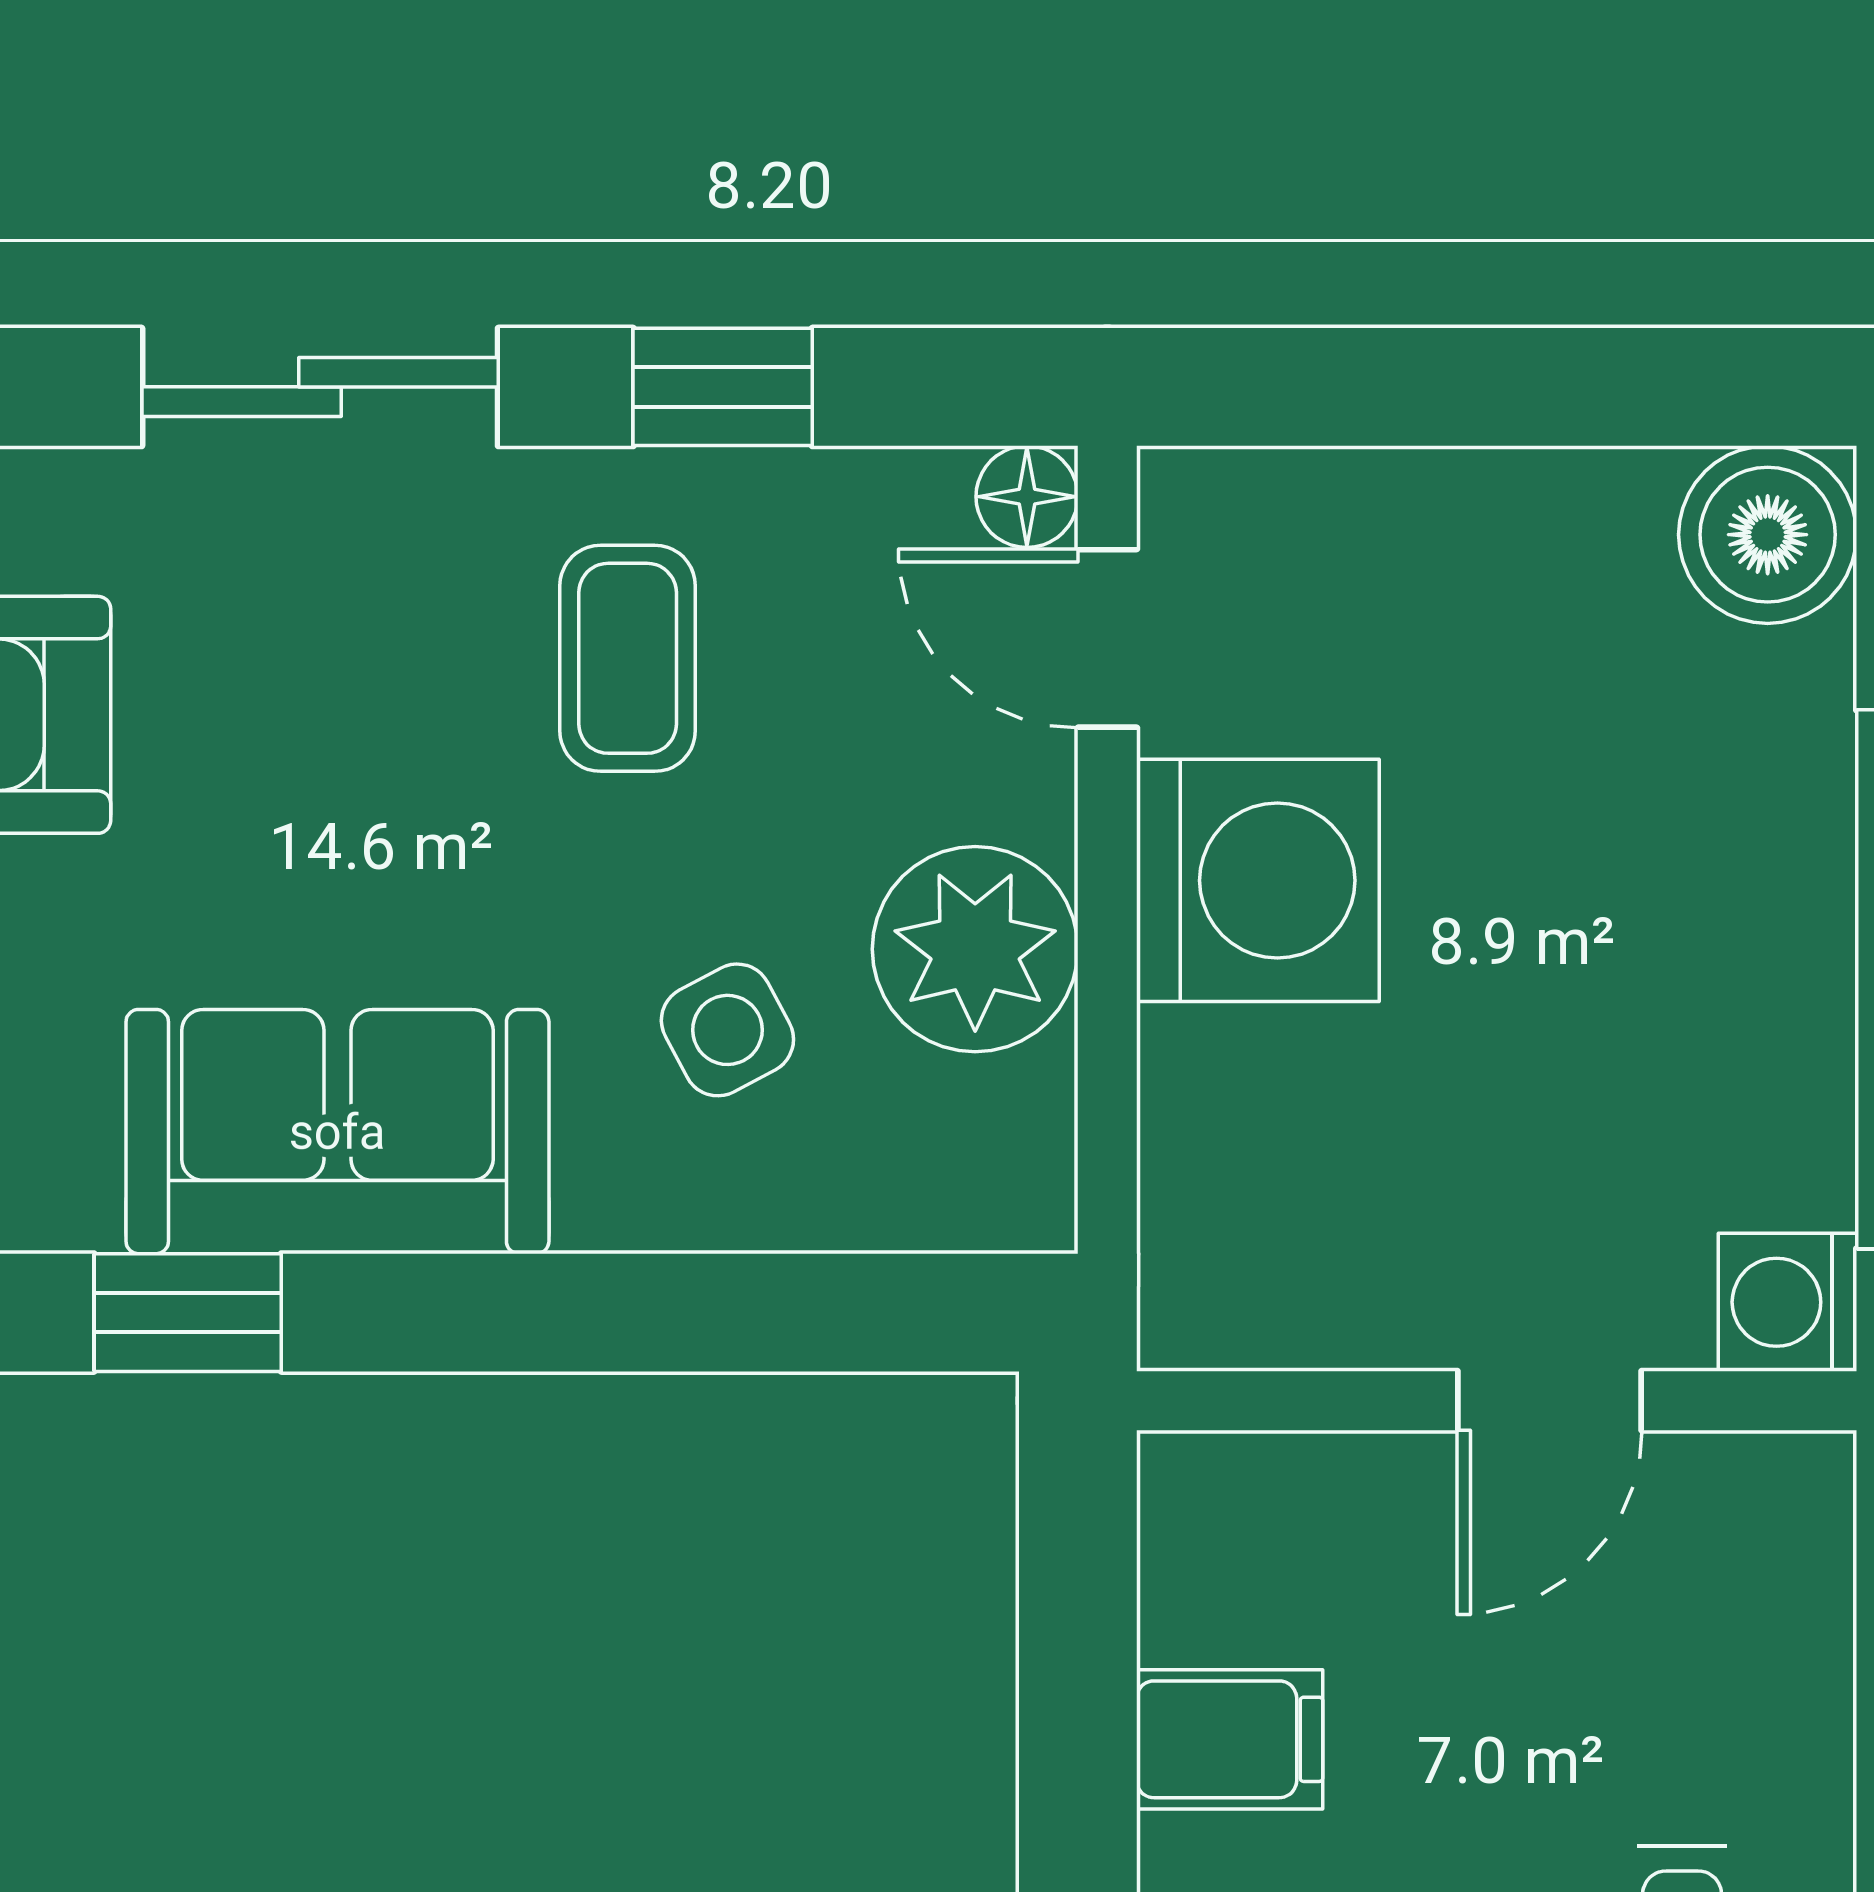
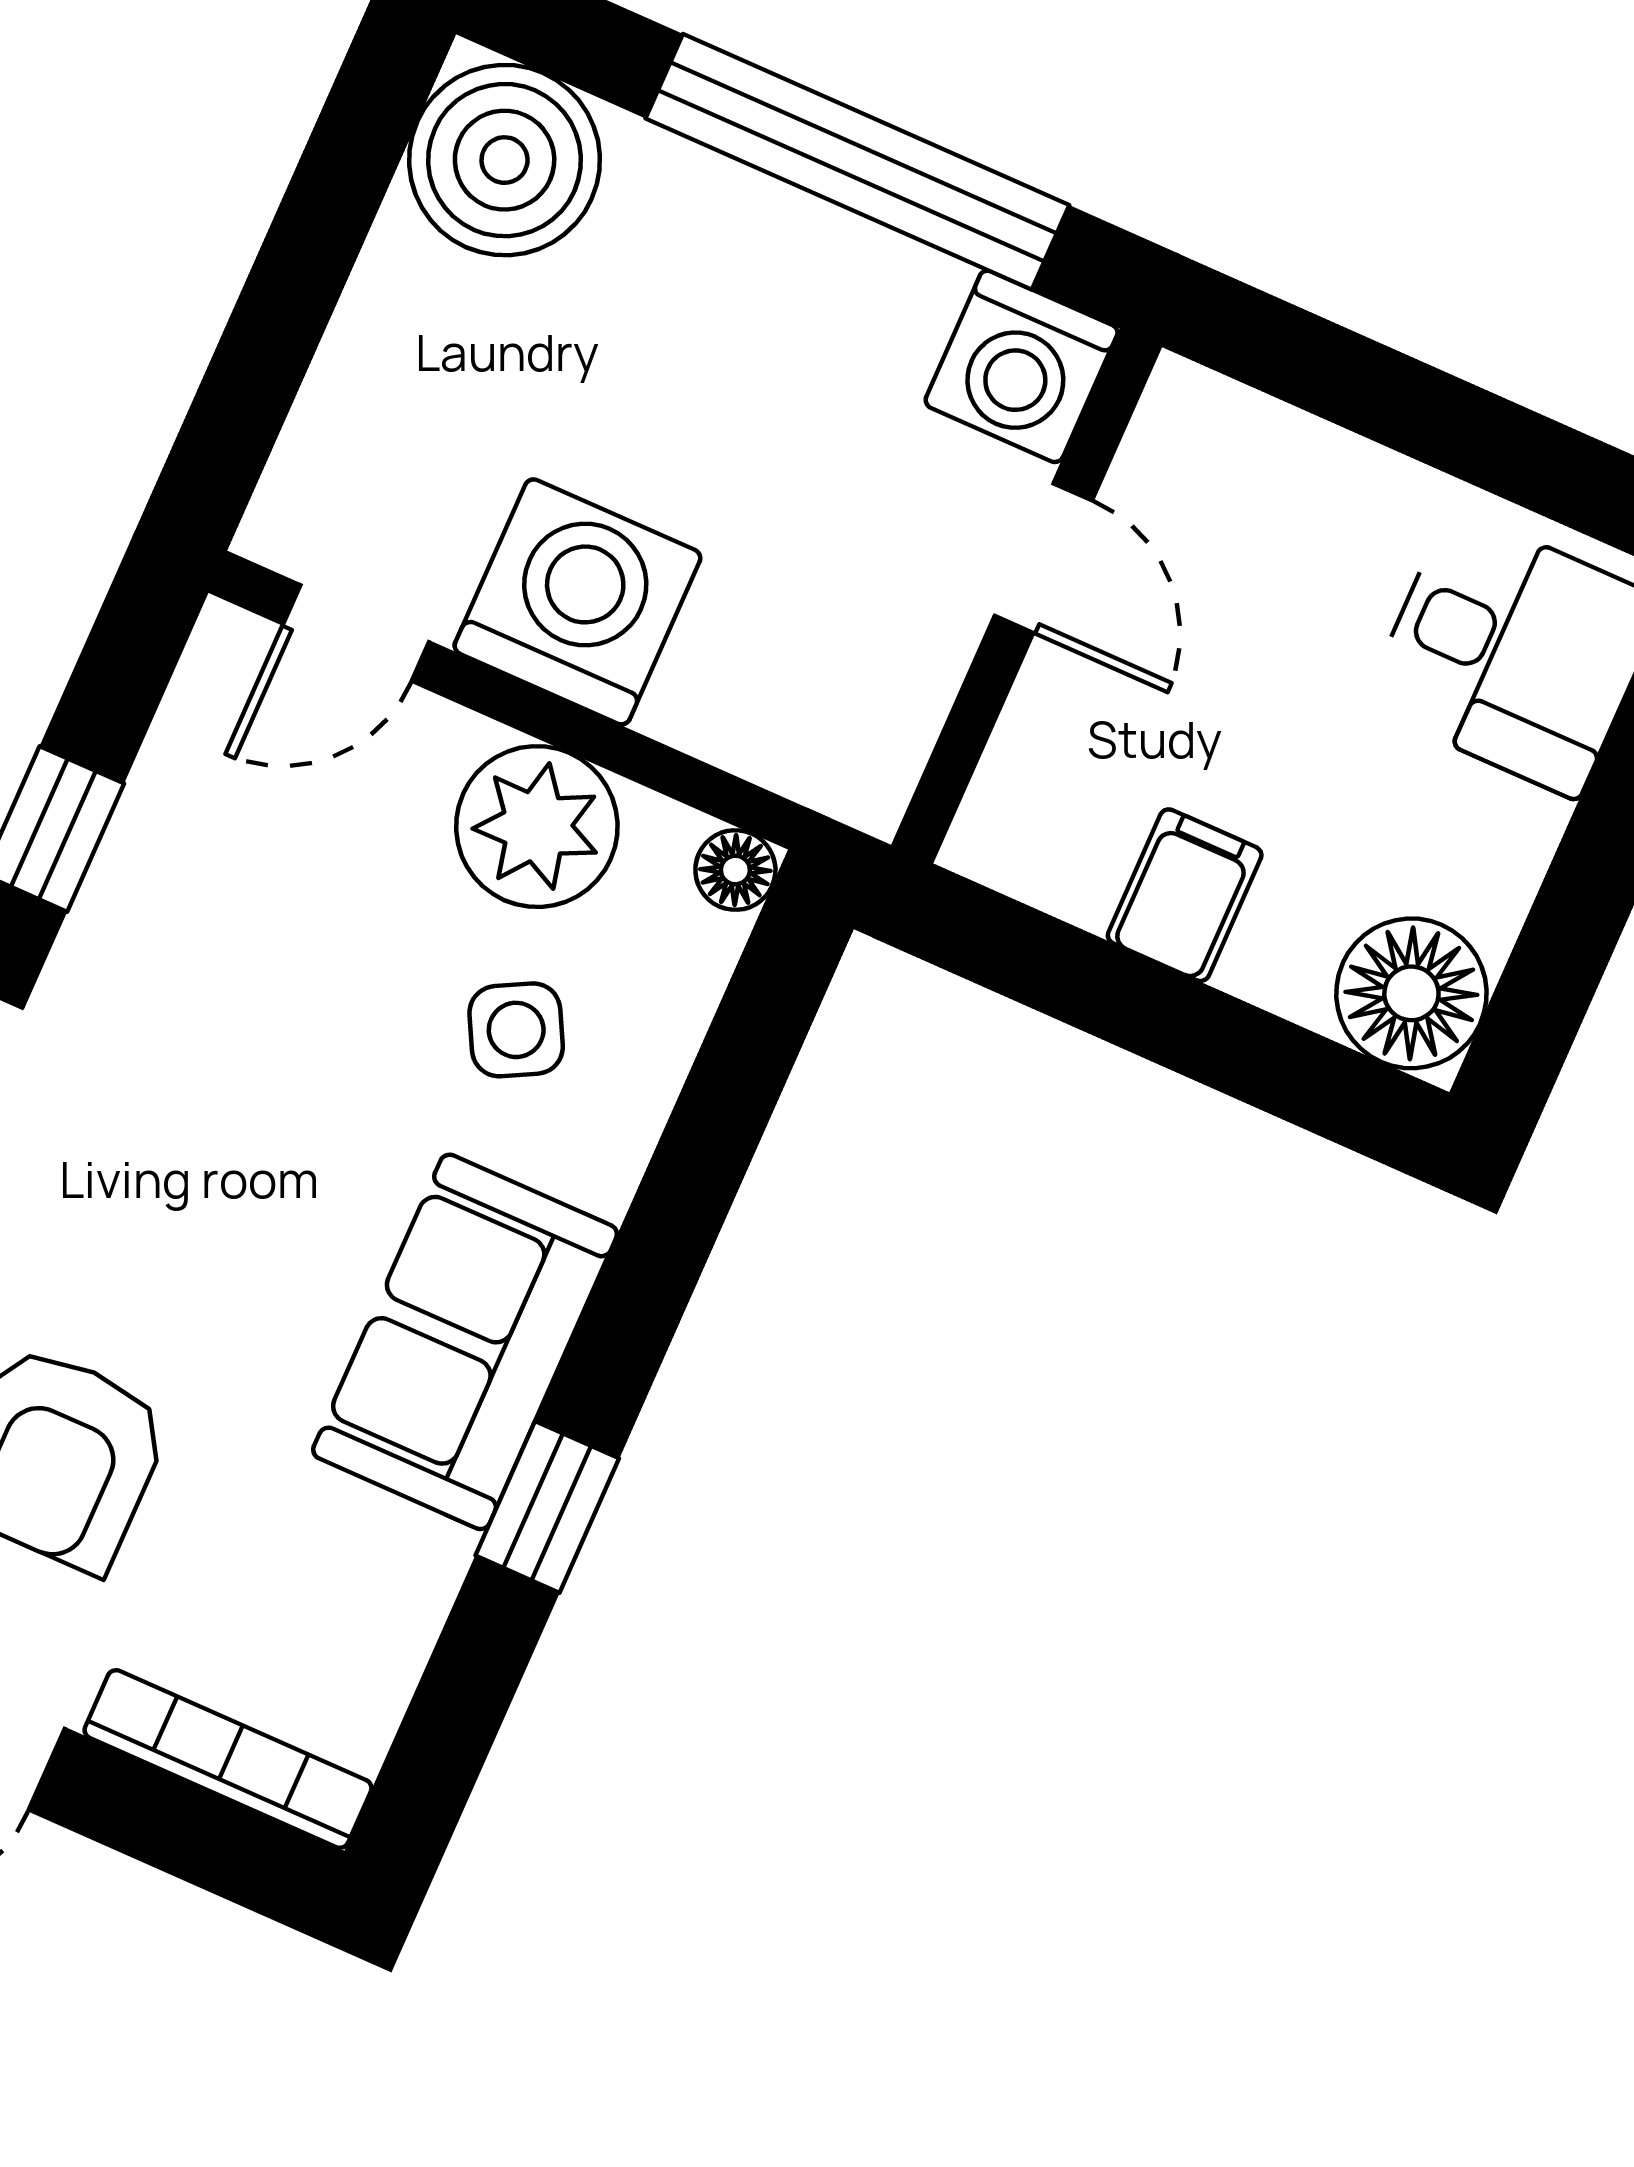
floor lamp: (1027, 497) -> (735, 870), moved
boiler: (1768, 535) -> (505, 160), width x1.37, depth x1.37
coffee table: (628, 658) -> (218, 983), removed
washing machine: (1787, 1302) -> (1021, 367), width x1.38, depth x1.38

